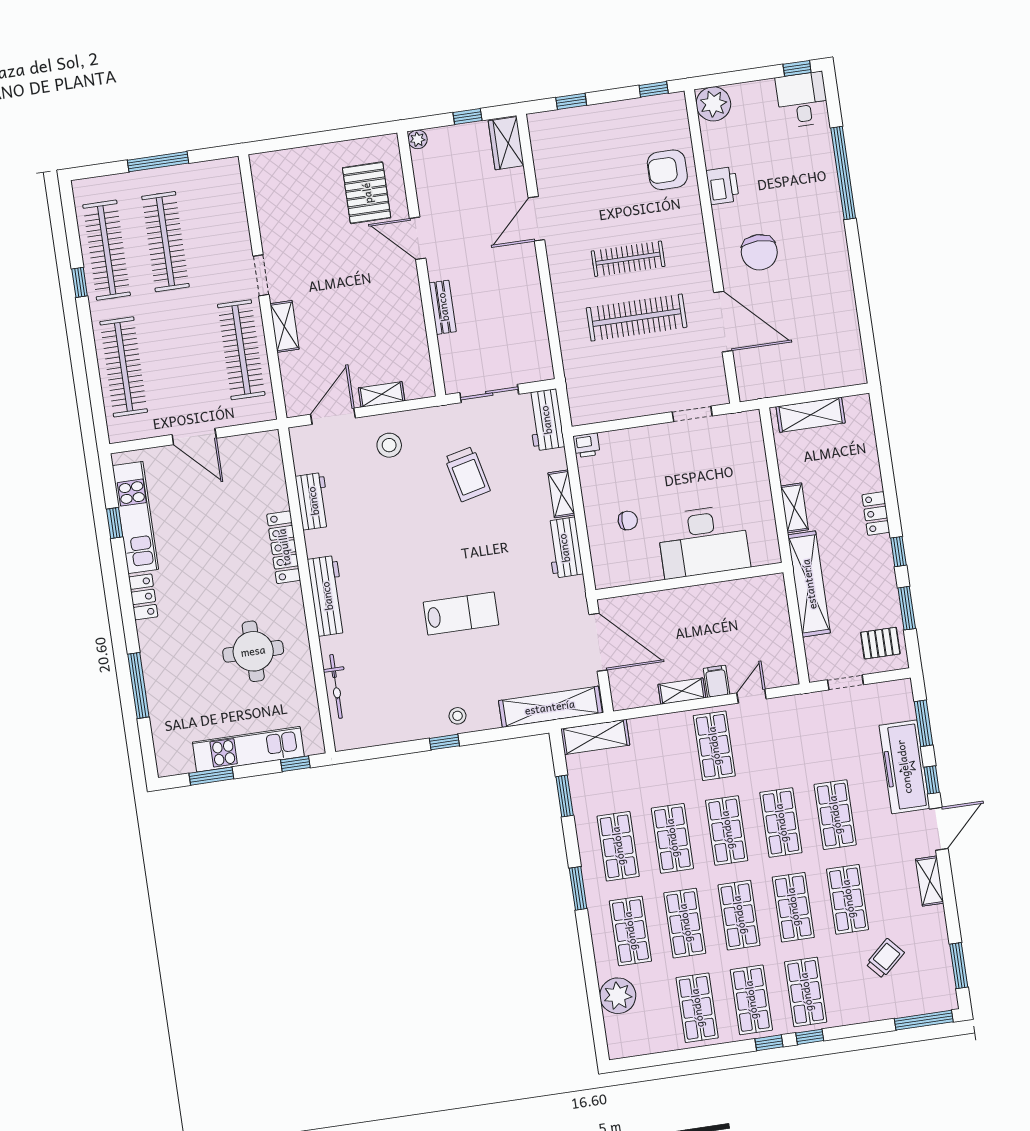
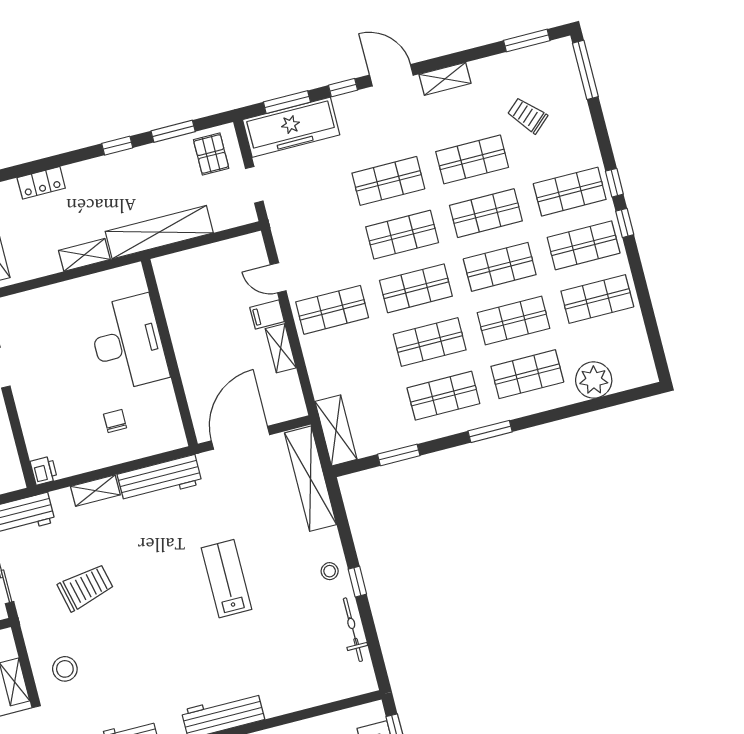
locker: (876, 514) -> (41, 183), moved
workbench: (564, 548) -> (160, 479), width x1.38
bicycle: (336, 686) -> (353, 630), moved, turned -90
freezer: (904, 767) -> (291, 127), moved

